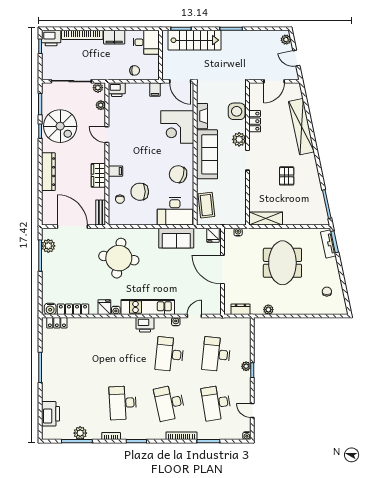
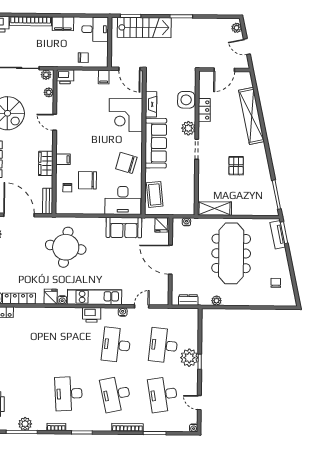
meeting table: (282, 263) -> (231, 253), width x1.36
plant: (246, 366) -> (189, 358), width x1.88, depth x1.88

